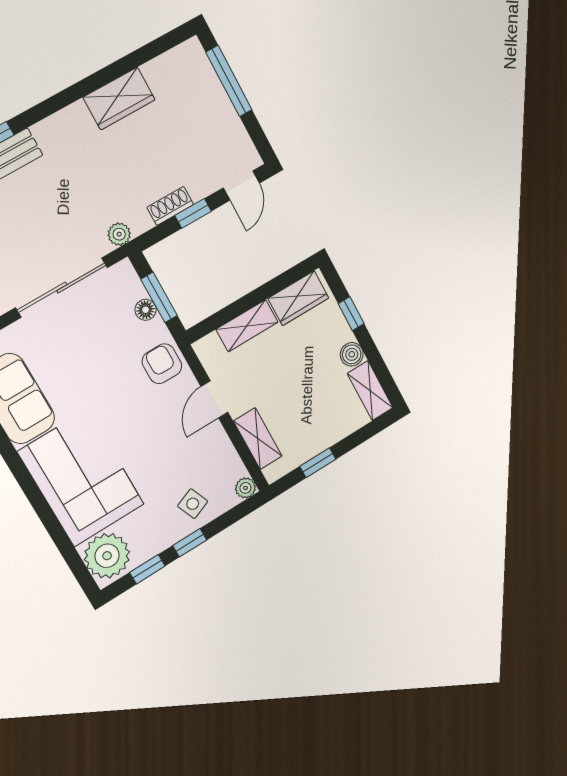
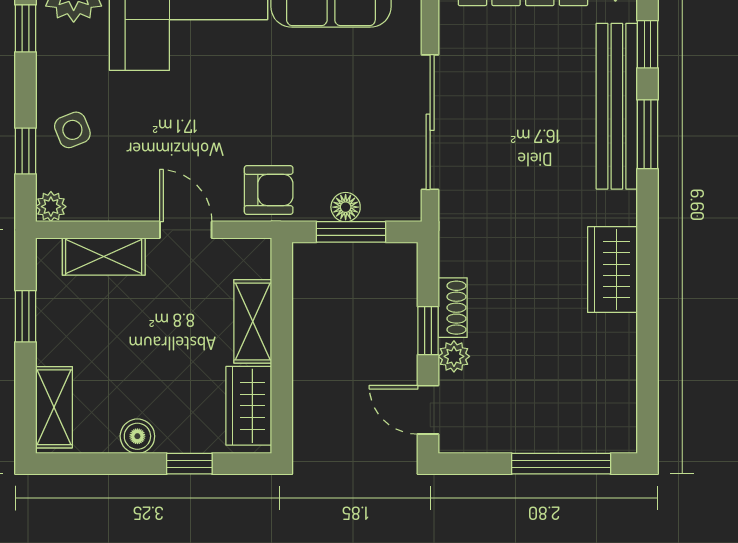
wardrobe: (119, 99) -> (613, 270), moved
plant: (119, 234) -> (454, 356), moved
shelving: (370, 391) -> (54, 407), moved, turned 90
window: (190, 543) -> (26, 151), moved

